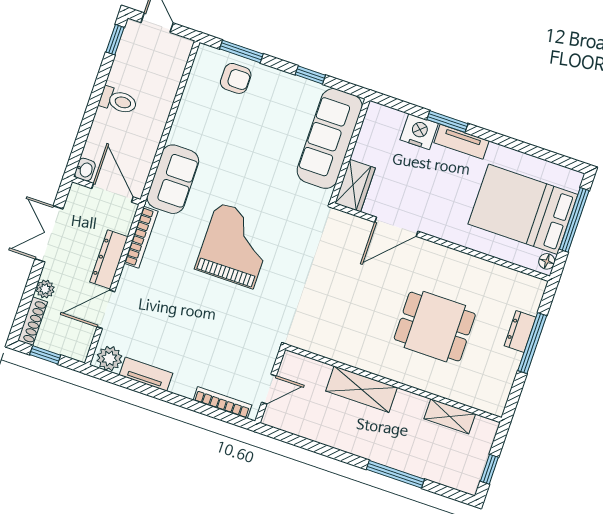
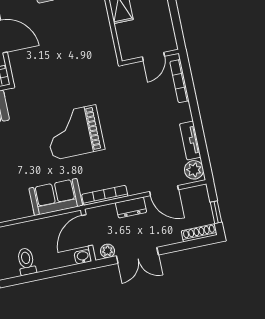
dresser: (109, 259) -> (131, 208), width x0.70
plant: (45, 289) -> (107, 251), moved
door: (269, 389) -> (153, 57), swing flipped

